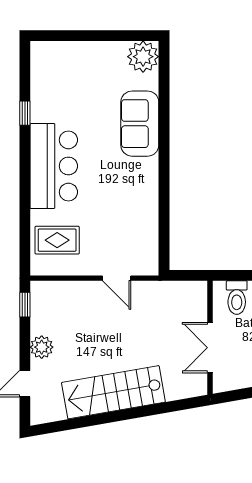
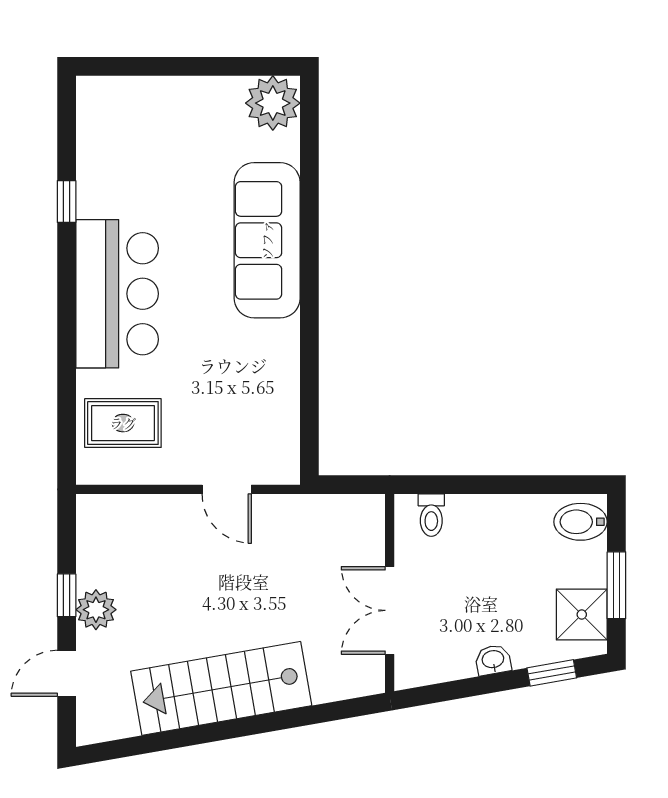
sofa: (140, 124) -> (267, 240), width x1.36
toilet: (237, 298) -> (431, 515), width x0.73, depth x0.72
window: (25, 305) -> (67, 595), moved

